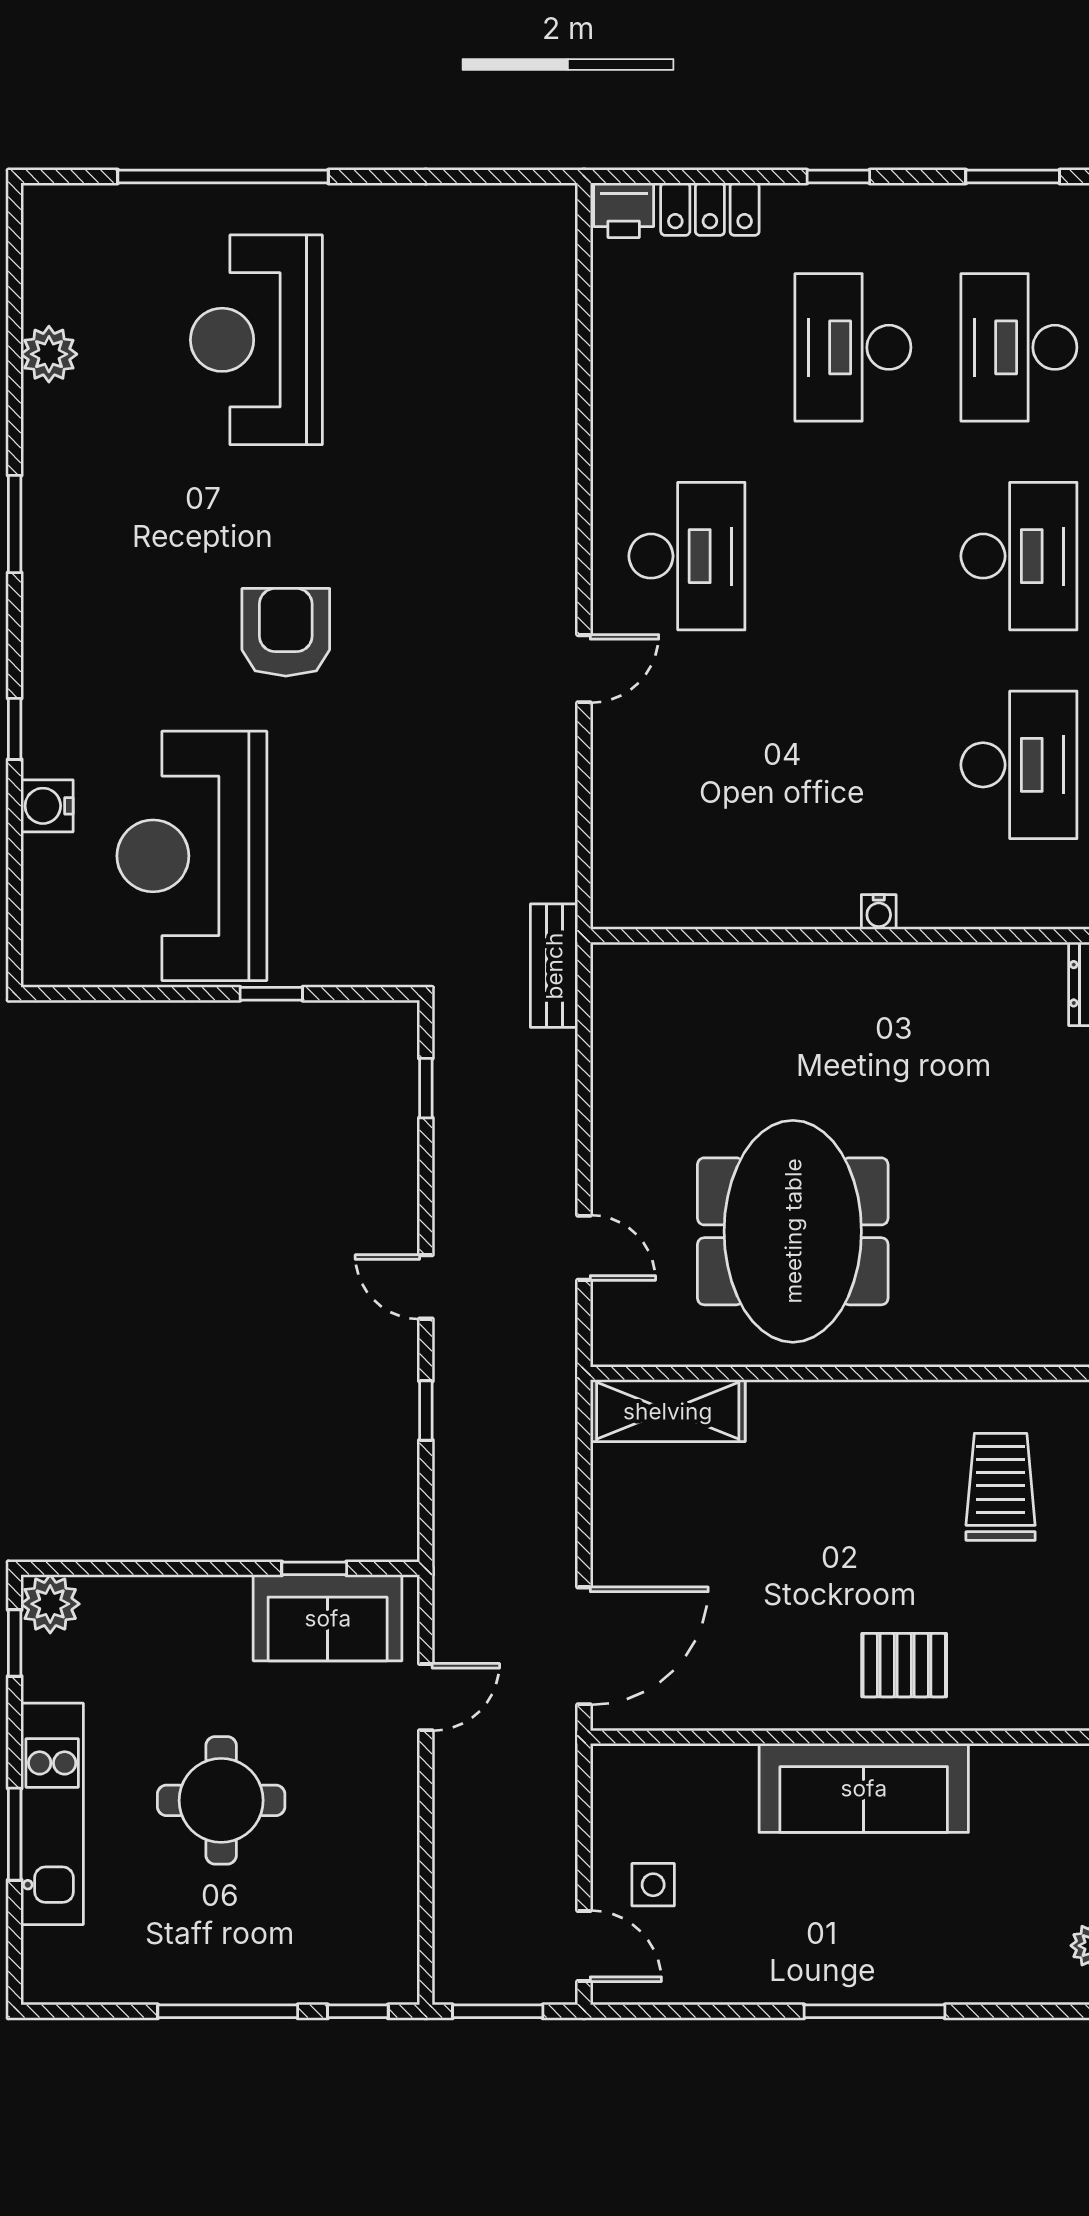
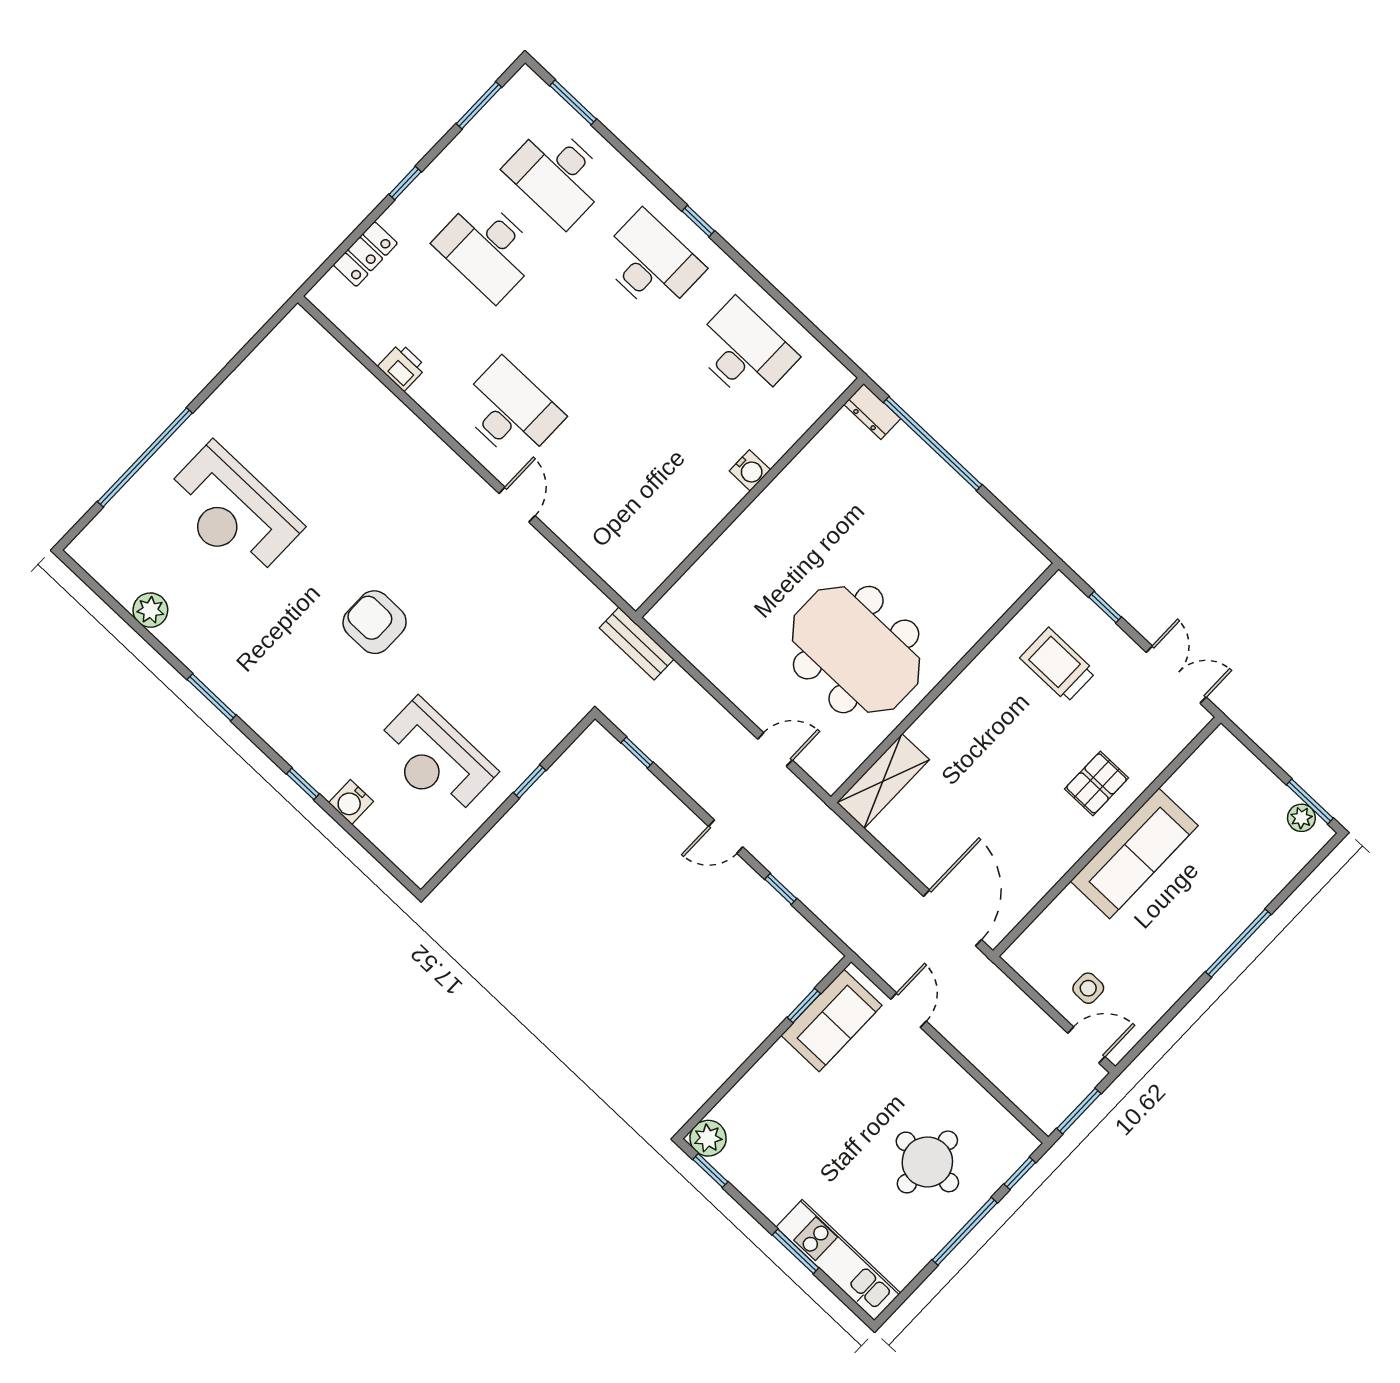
printer: (624, 210) -> (402, 367), moved, turned -90
reception desk: (192, 856) -> (435, 759), width x0.74, depth x0.77
water cooler: (879, 912) -> (750, 470), width x1.38, depth x1.38
round table: (221, 1800) -> (927, 1162), moved
kitchen unit: (52, 1814) -> (838, 1260), moved

